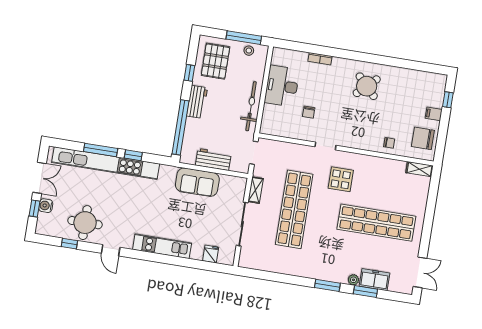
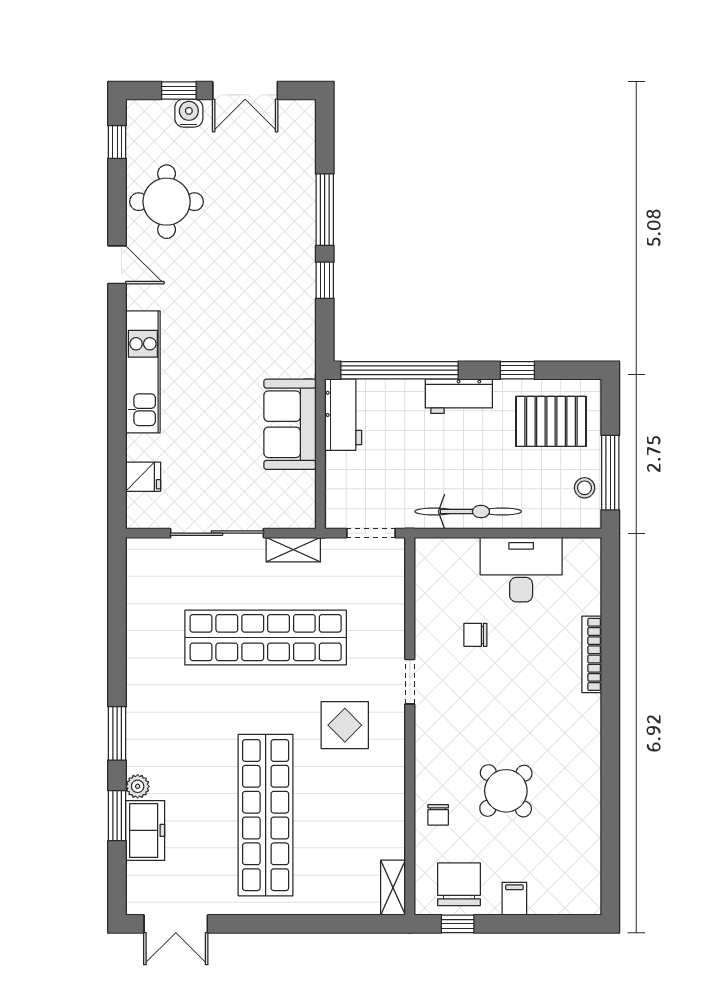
bookcase: (320, 59) -> (592, 654), width x1.56
round table: (367, 86) -> (506, 791), moved
window: (448, 100) -> (458, 924), moved
workbench: (213, 159) -> (343, 415), moved
kitchen unit: (106, 163) -> (299, 225), removed
window: (69, 244) -> (117, 142), moved
door: (111, 250) -> (117, 265), swing flipped

